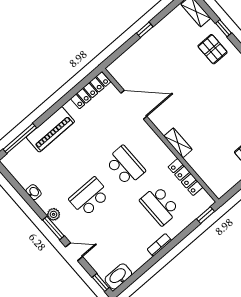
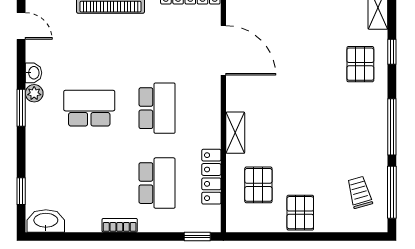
pallet: (214, 160) -> (258, 185), added
washbasin: (34, 192) -> (33, 73), moved
school desk: (160, 205) -> (157, 183), turned 180
door: (74, 252) -> (21, 26), moved
window: (101, 282) -> (21, 191), moved

